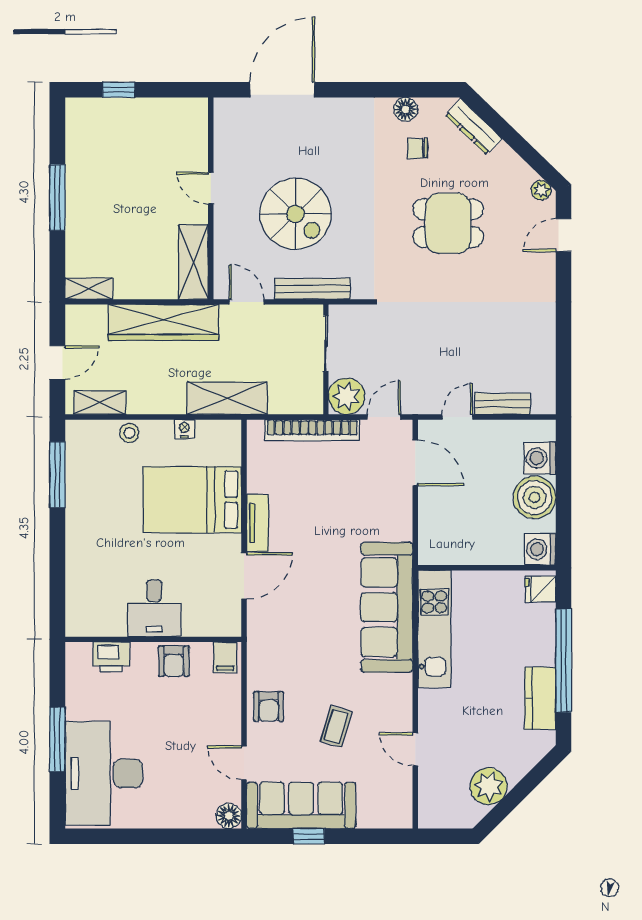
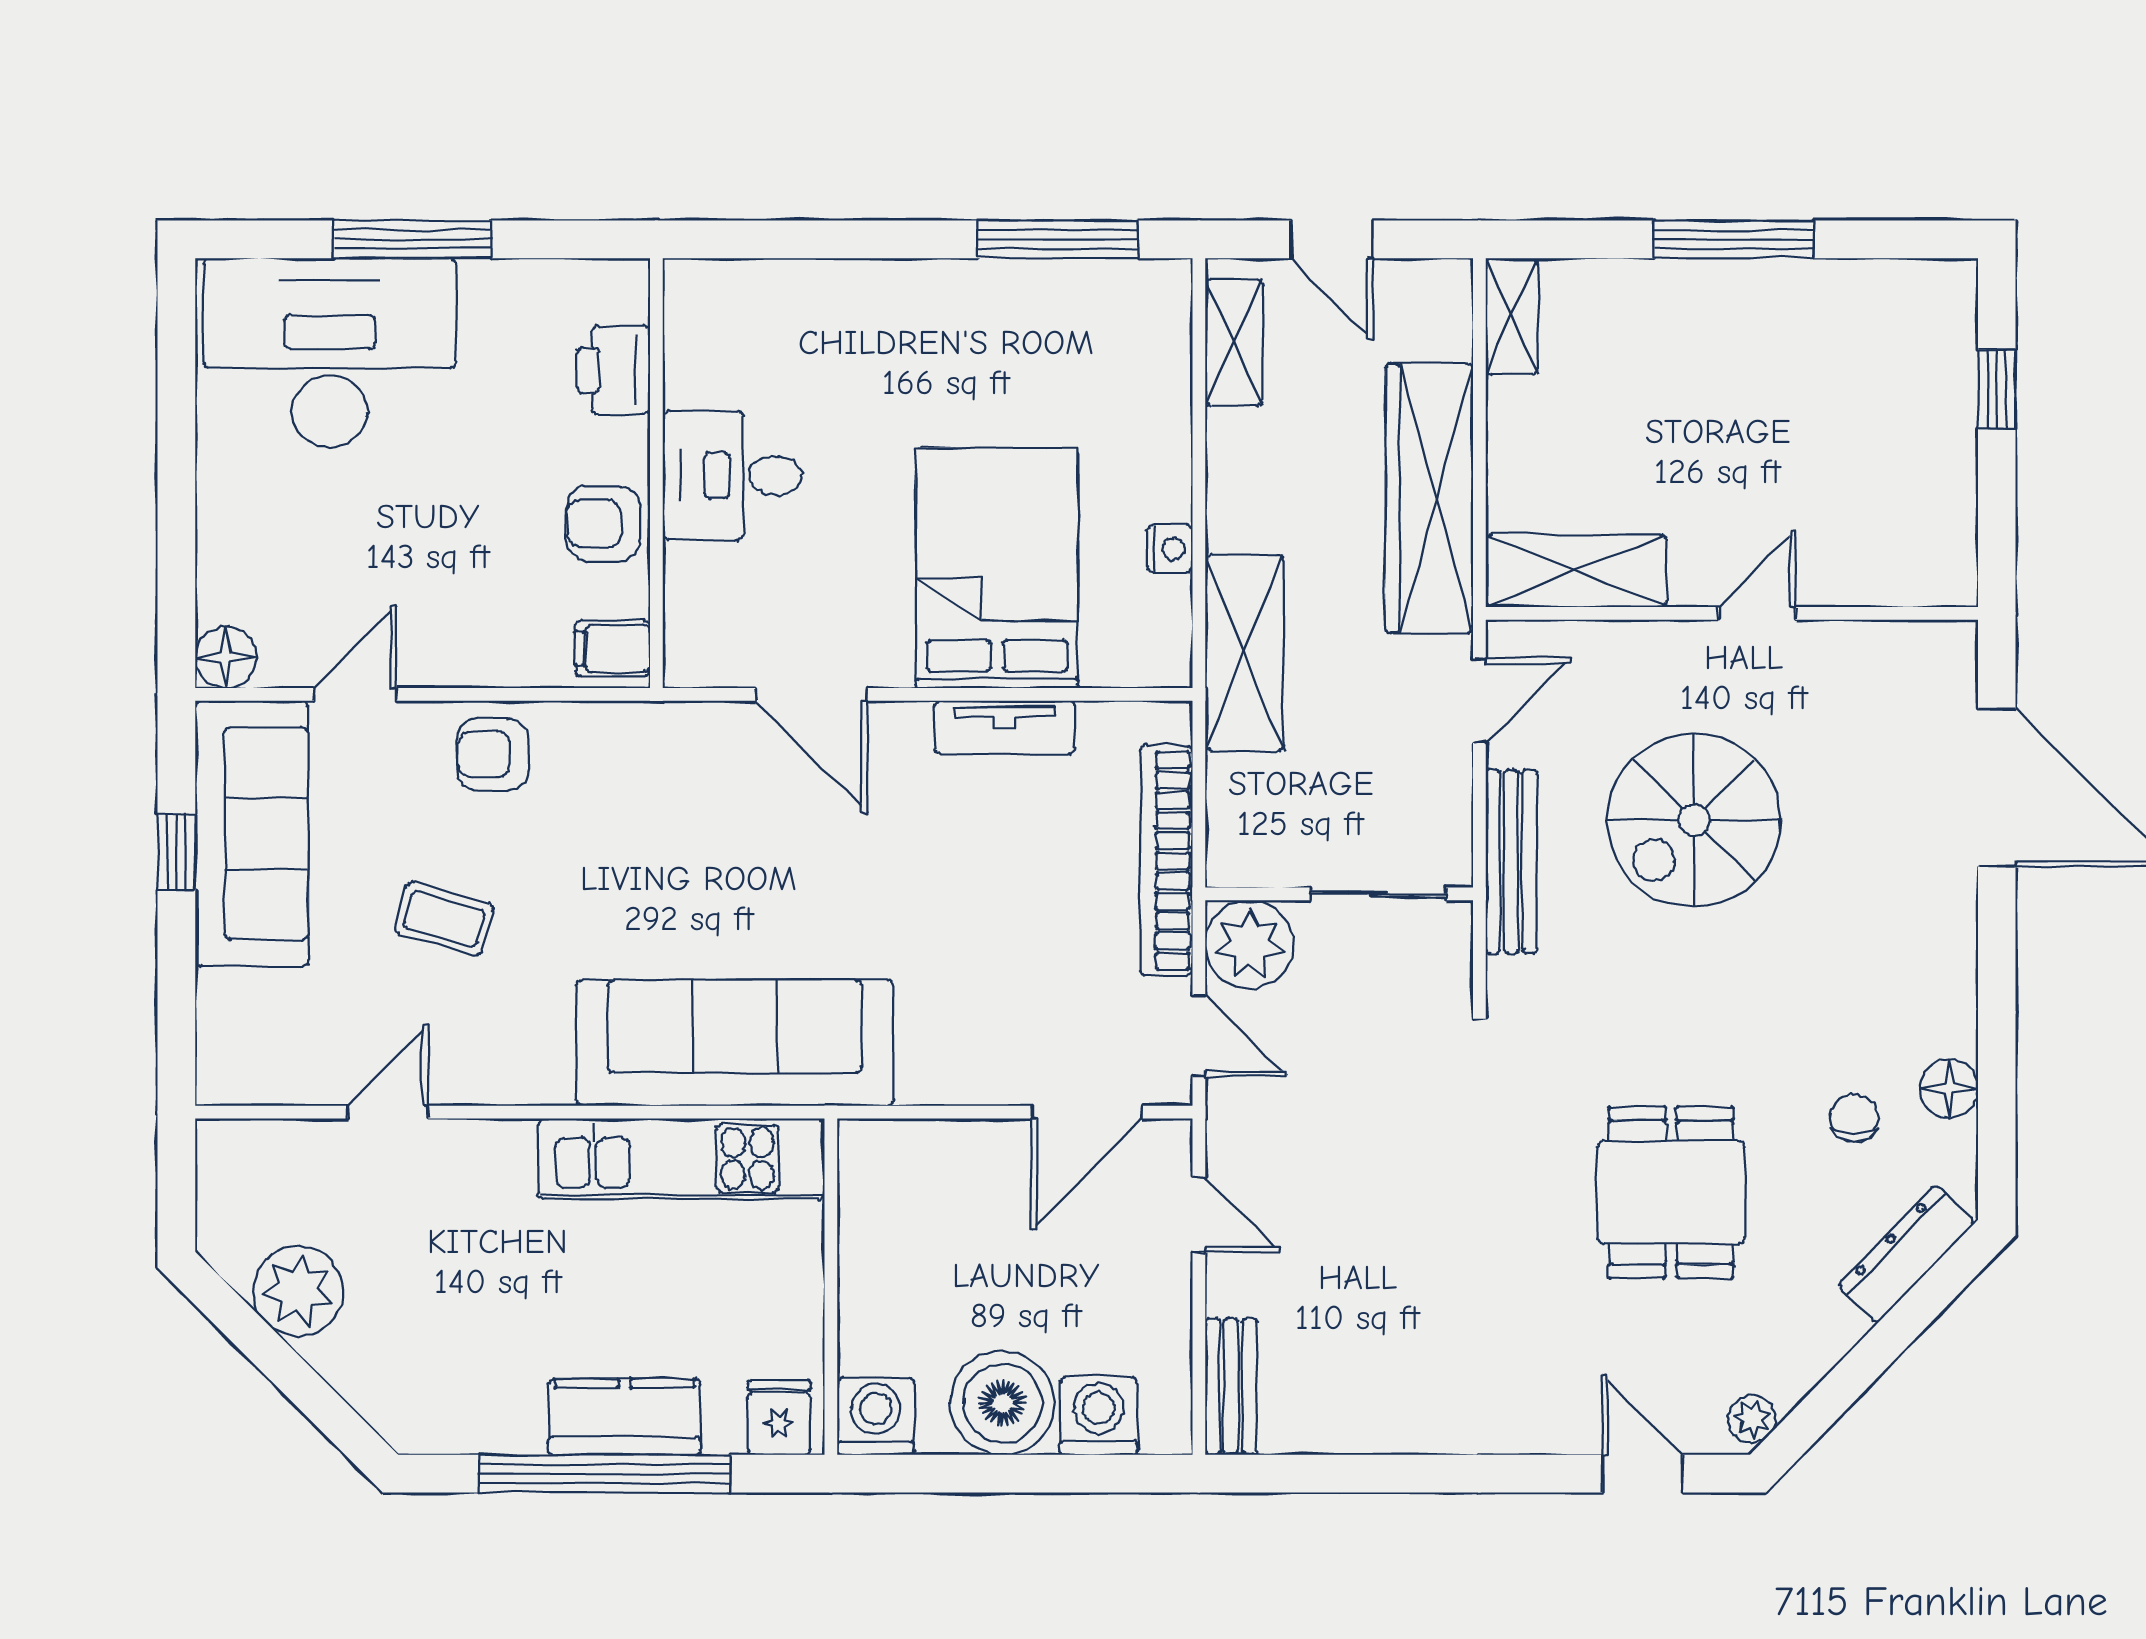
bench: (503, 404) -> (1231, 1387), moved
stool: (129, 433) -> (1160, 415), removed
tv unit: (258, 523) -> (1005, 727), moved
kitchen counter: (540, 698) -> (624, 1417), moved

